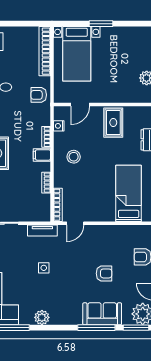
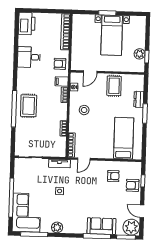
bed with nightstands: (77, 54) -> (112, 35), moved
filing cabinet: (42, 155) -> (62, 81), moved
armchair: (104, 273) -> (113, 176), moved

